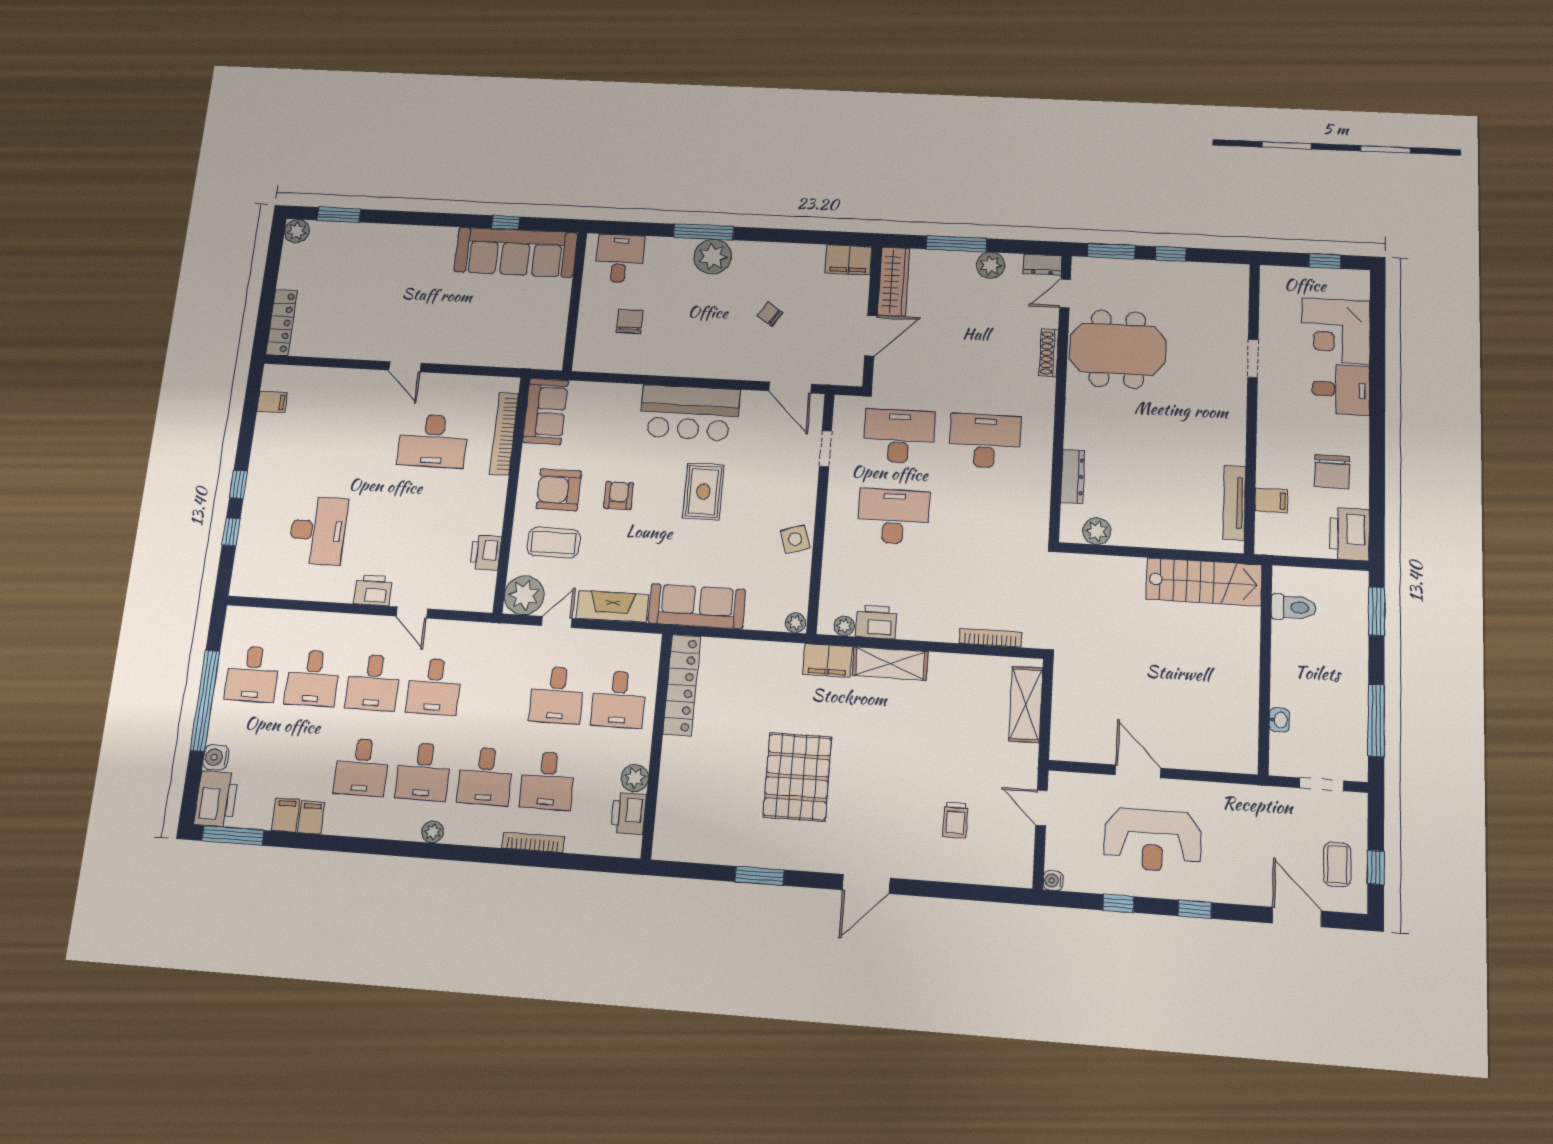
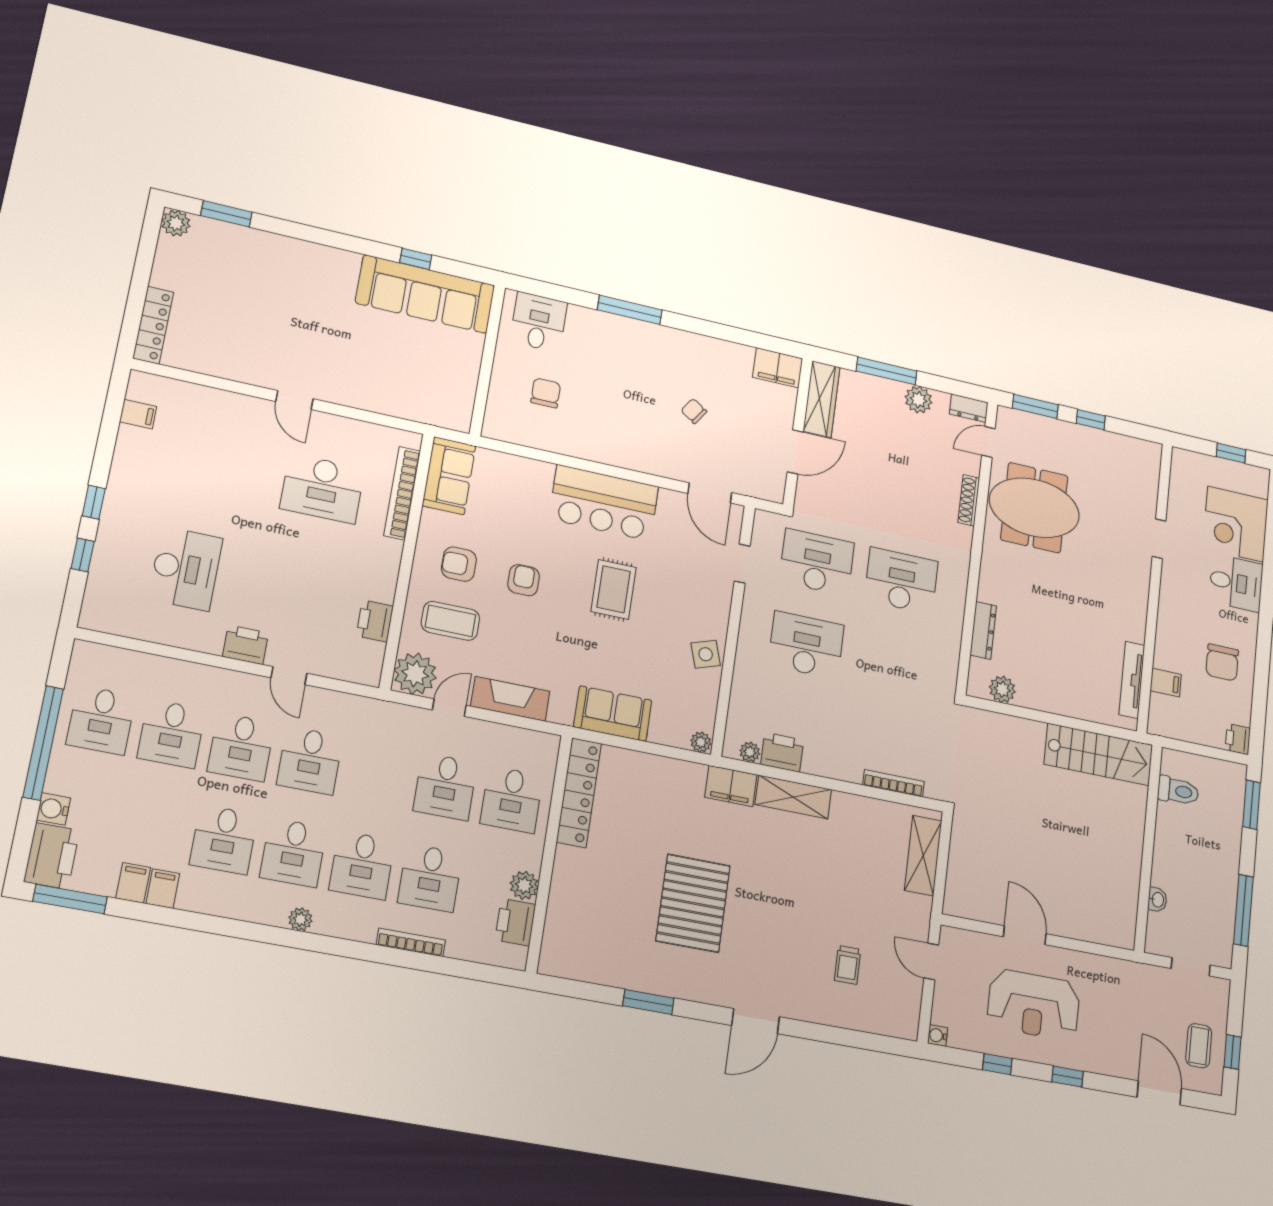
plant: (713, 257) -> (638, 338), removed
armchair: (559, 490) -> (459, 564), width x0.72, depth x0.72
printer: (1350, 534) -> (1238, 739), width x0.53, depth x0.68
sofa: (697, 606) -> (613, 714), width x0.73

